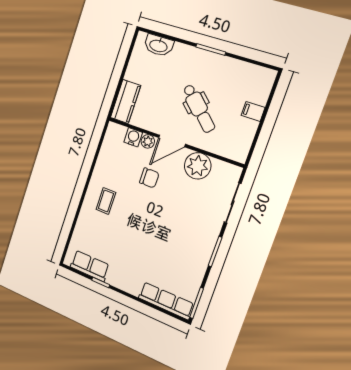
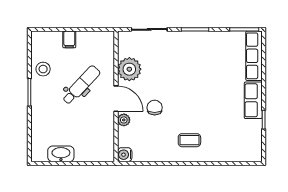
washbasin: (159, 45) -> (61, 154), moved, turned -90
stool: (231, 72) -> (43, 69), added
kitchen counter: (125, 102) -> (96, 153), removed
water cooler: (133, 137) -> (125, 155), moved
row of seats: (90, 266) -> (253, 100), moved

